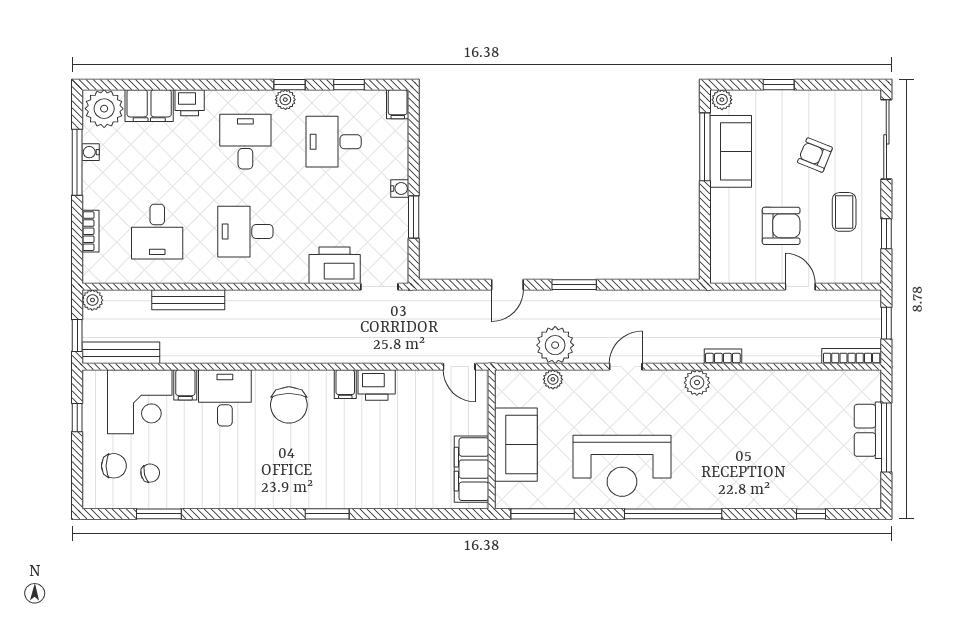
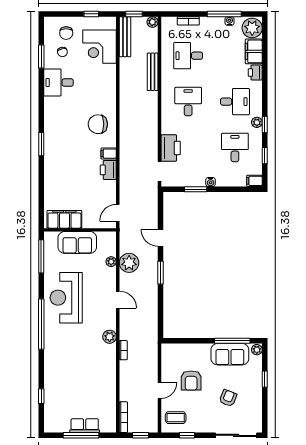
coffee table: (844, 212) -> (176, 418), moved
filing cabinet: (185, 385) -> (108, 70), removed
desk: (225, 398) -> (59, 82), moved, turned 180

